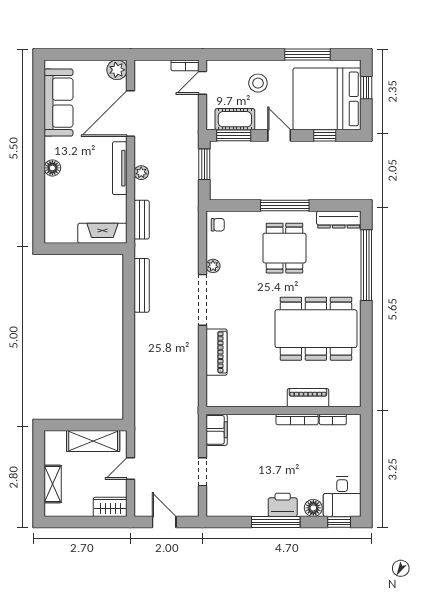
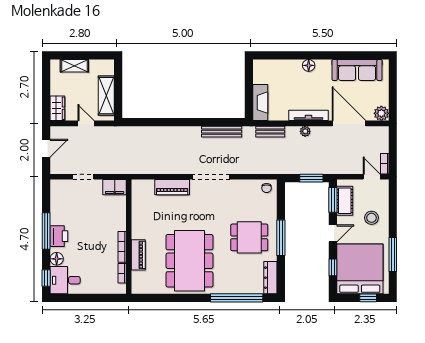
plant: (213, 266) -> (236, 184), removed

